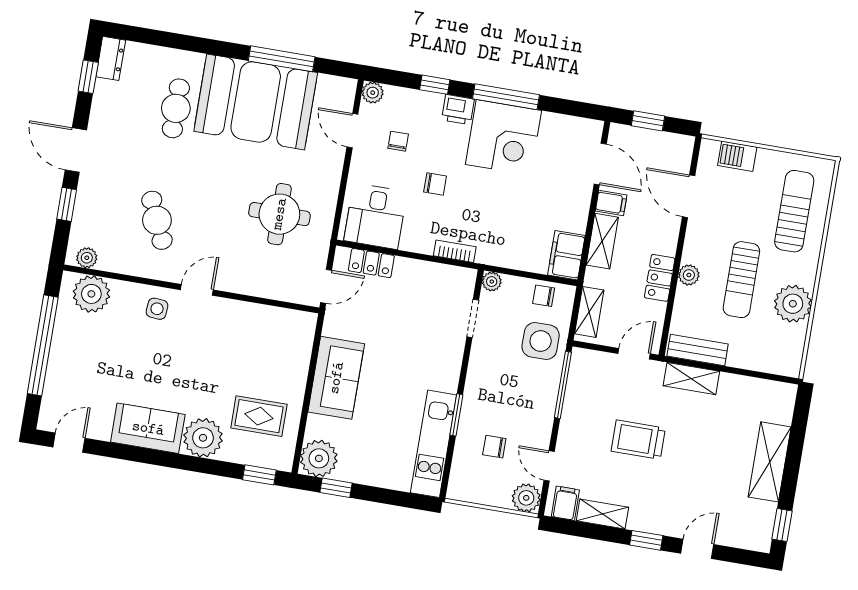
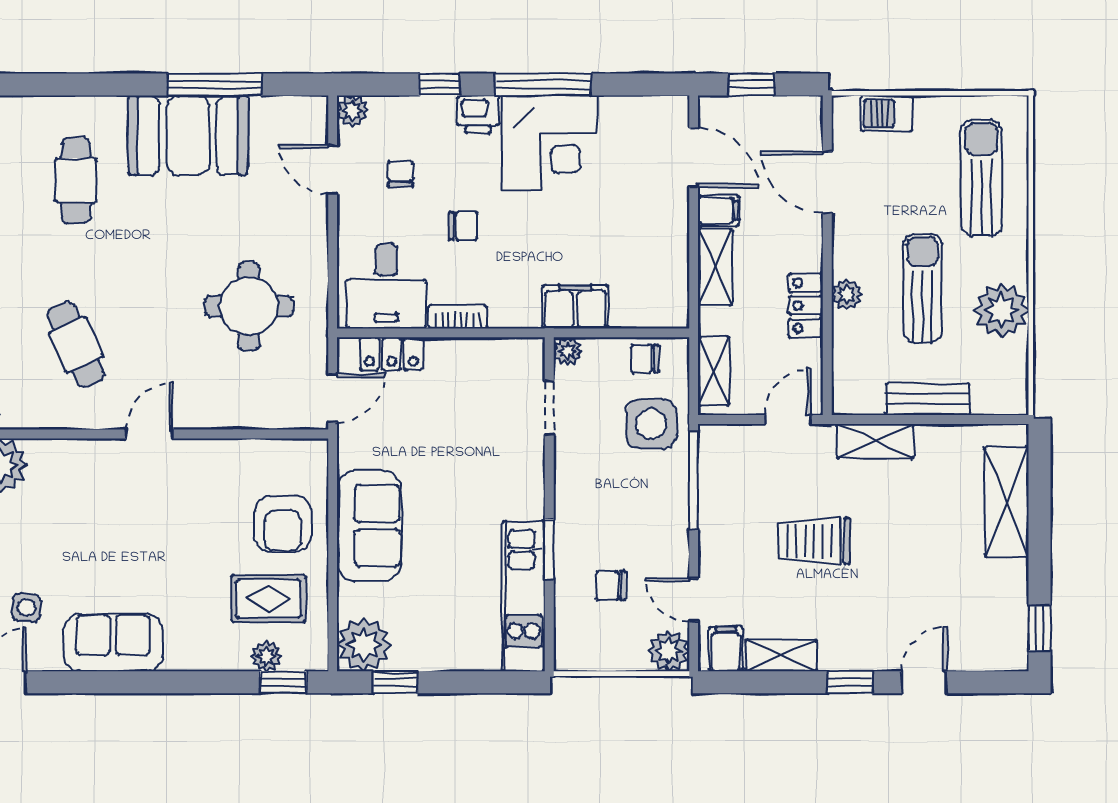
booth: (256, 102) -> (188, 135), width x0.73, depth x0.70
bookcase: (455, 251) -> (458, 317), moved
filing cabinet: (566, 255) -> (575, 307), moved, turned 90
sun lounger: (741, 280) -> (923, 288), turned 180
side table: (157, 309) -> (26, 608), moved
bench: (698, 350) -> (928, 399), moved
armchair: (278, 367) -> (283, 524), added
plant: (203, 438) -> (266, 656), moved, width x0.53, depth x0.53
shelving: (770, 462) -> (1007, 502), moved

